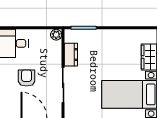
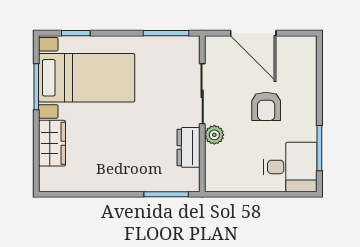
plant: (56, 35) -> (214, 135), moved

